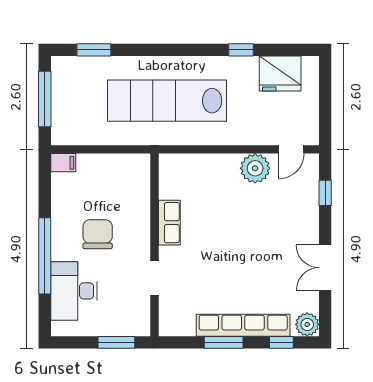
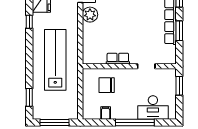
lab bench: (167, 101) -> (55, 60), turned 180
filing cabinet: (63, 163) -> (106, 113), moved
chair: (98, 234) -> (107, 85), moved

